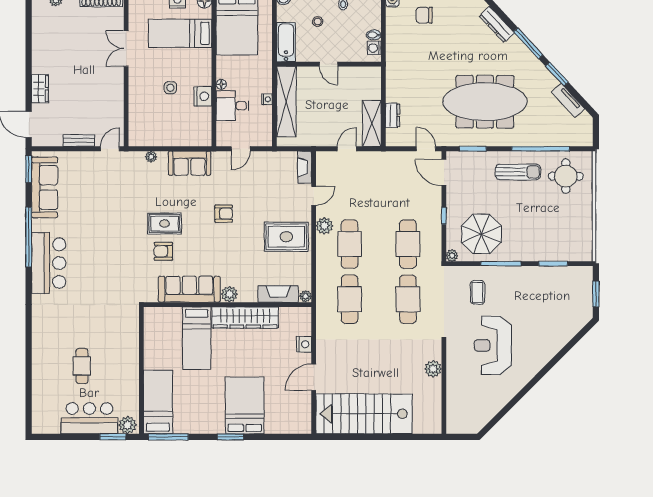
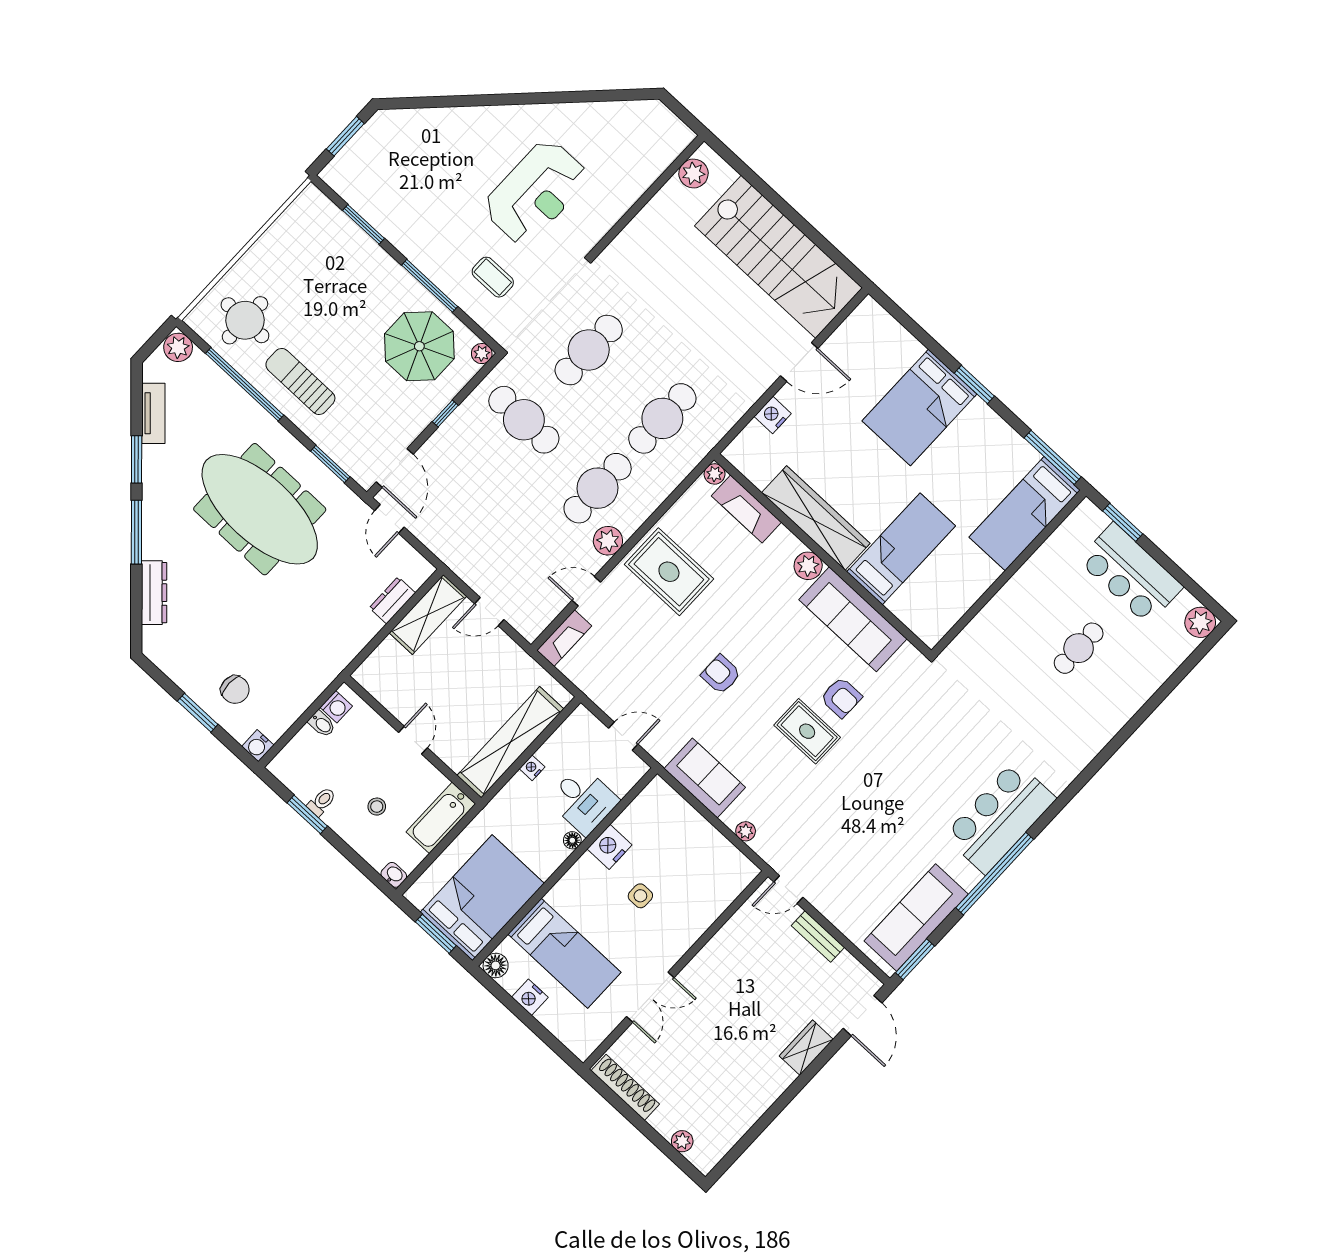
plant: (583, 138) -> (178, 347), added
cafe table: (408, 244) -> (524, 420), turned 90
coffee table: (478, 292) -> (493, 277), turned 90
plant: (433, 369) -> (693, 173), moved
plant: (128, 425) -> (1200, 622), moved

